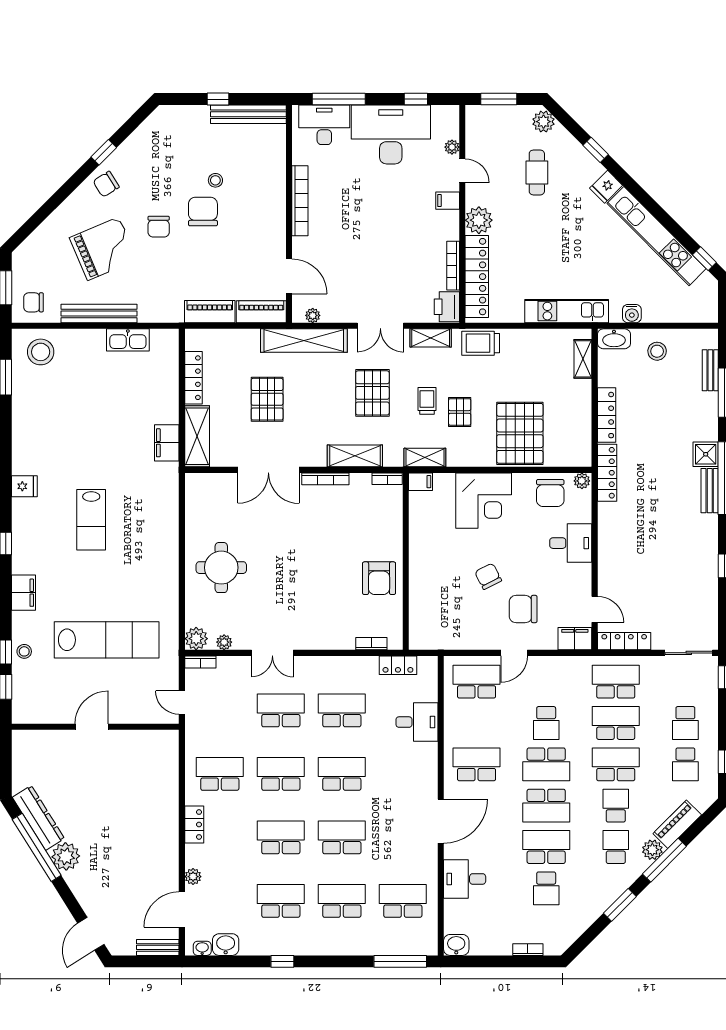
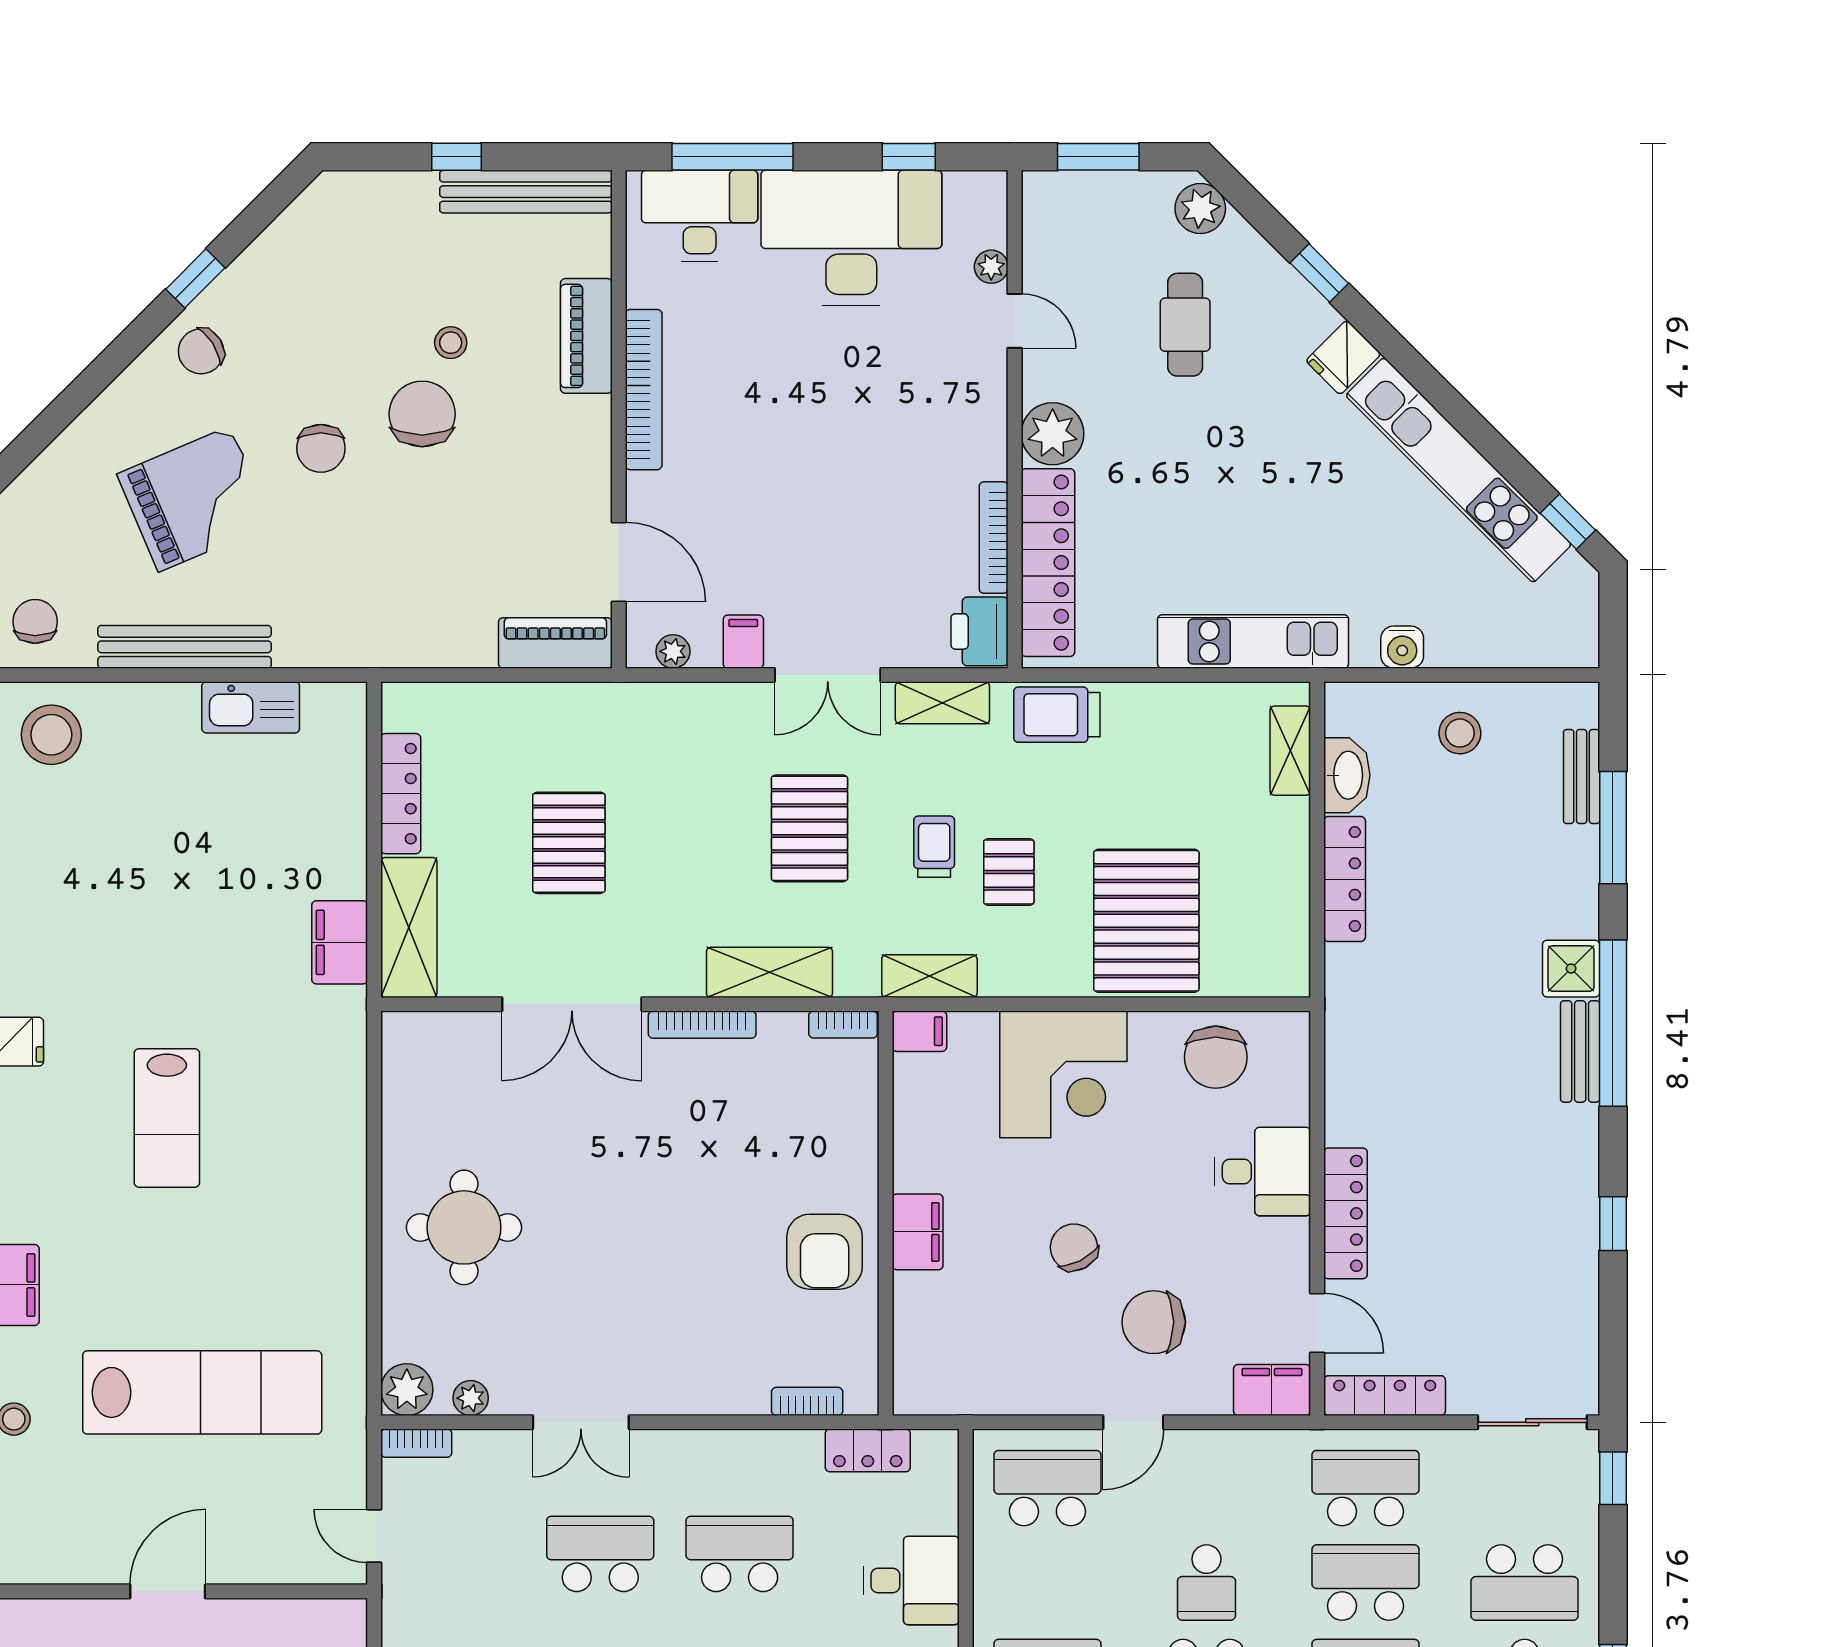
filing cabinet: (448, 201) -> (743, 642), moved, turned 90
chair: (34, 302) -> (35, 621), turned 90
piano: (210, 312) -> (586, 336), moved, turned -90
washbasin: (614, 339) -> (1347, 775), moved, turned -90
shelving: (304, 341) -> (653, 709), removed
locker: (607, 473) -> (1345, 1213), moved
plant: (582, 481) -> (1288, 1029), removed
filing cabinet: (420, 570) -> (918, 1232), added
school desk: (685, 723) -> (1525, 1583), width x1.85

